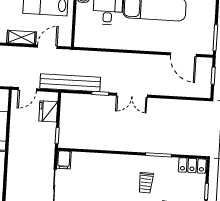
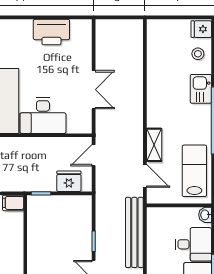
bench: (70, 83) -> (134, 232), moved
door: (27, 89) -> (94, 155), hinge flipped

